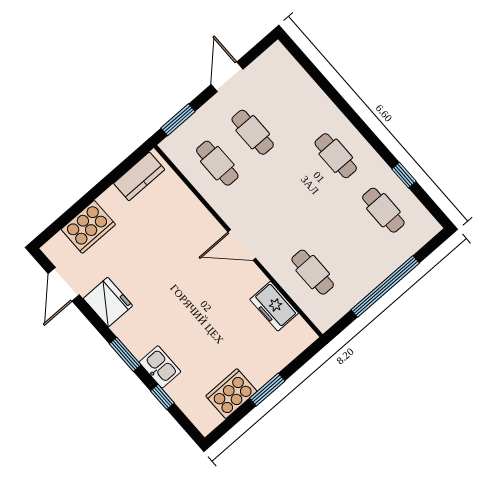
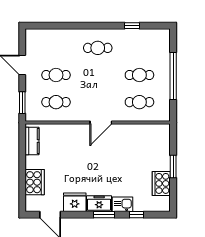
cafe table: (383, 210) -> (139, 75), moved
freezer: (274, 306) -> (99, 204), moved, turned 180

